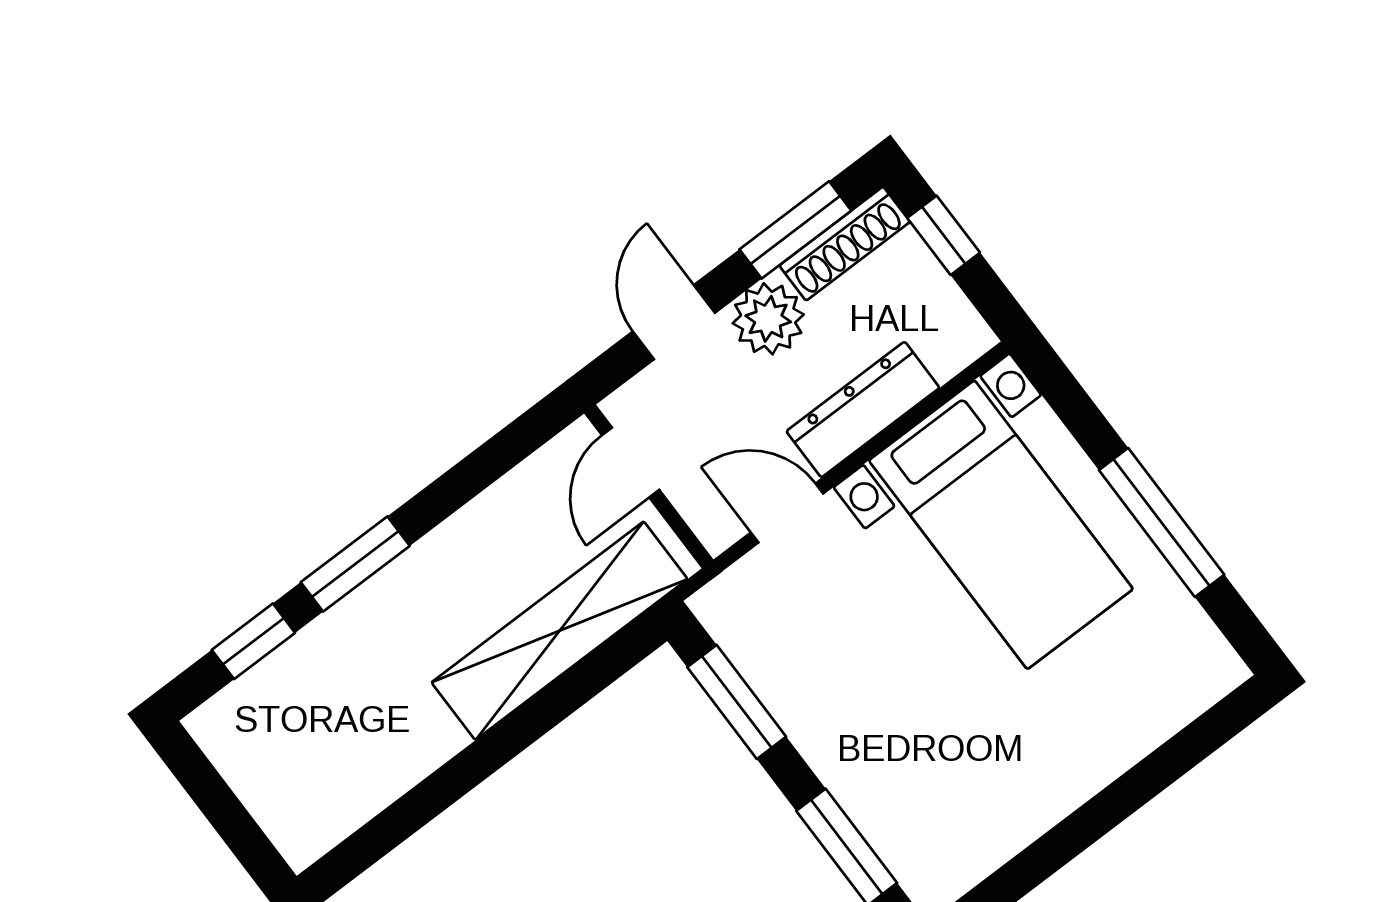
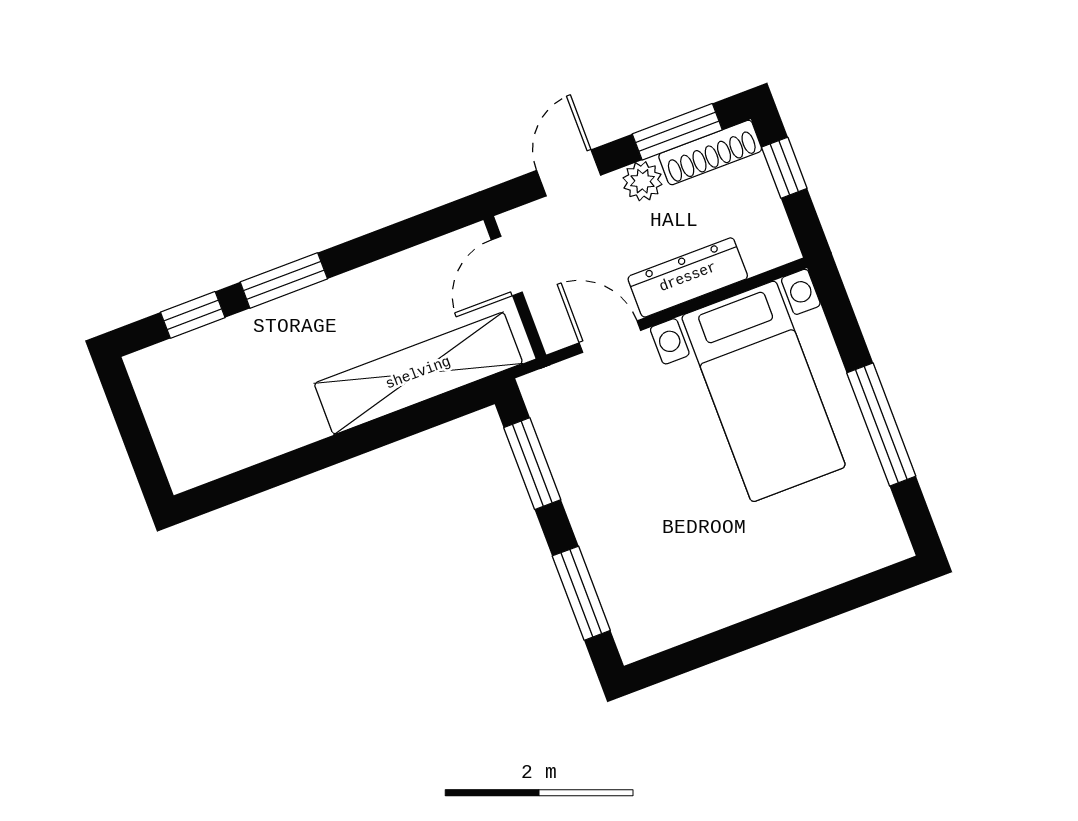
plant: (768, 319) -> (642, 181), width x0.73, depth x0.73

